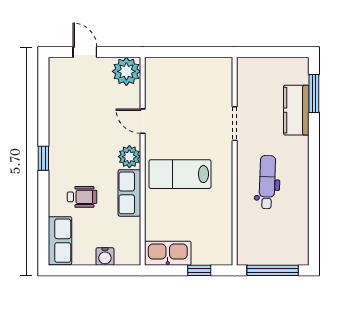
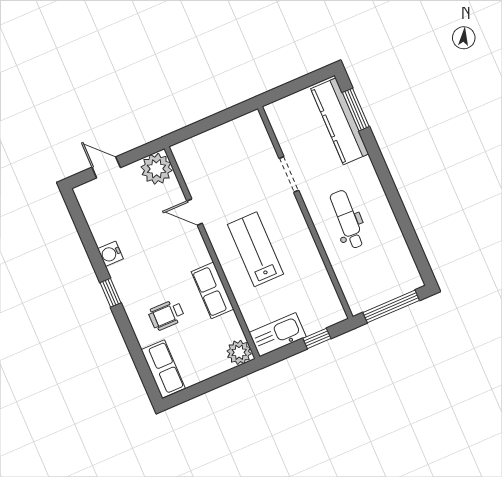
kitchen counter: (296, 110) -> (340, 121), width x1.50
plant: (129, 157) -> (239, 352), moved
lab bench: (180, 174) -> (255, 249), turned 90
wheelchair: (82, 197) -> (166, 315), turned 180
water cooler: (105, 256) -> (110, 254), moved, turned 90

